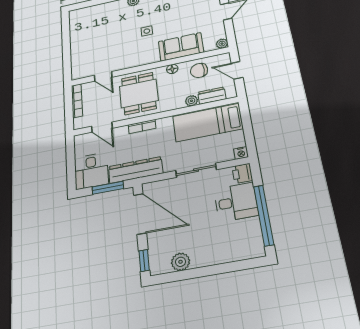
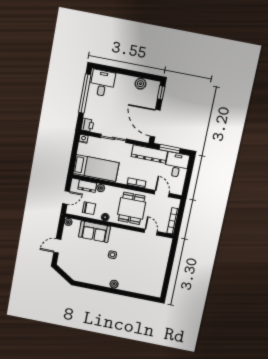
door: (237, 70) -> (66, 198), hinge flipped
desk: (236, 202) -> (102, 83), moved, turned 90

